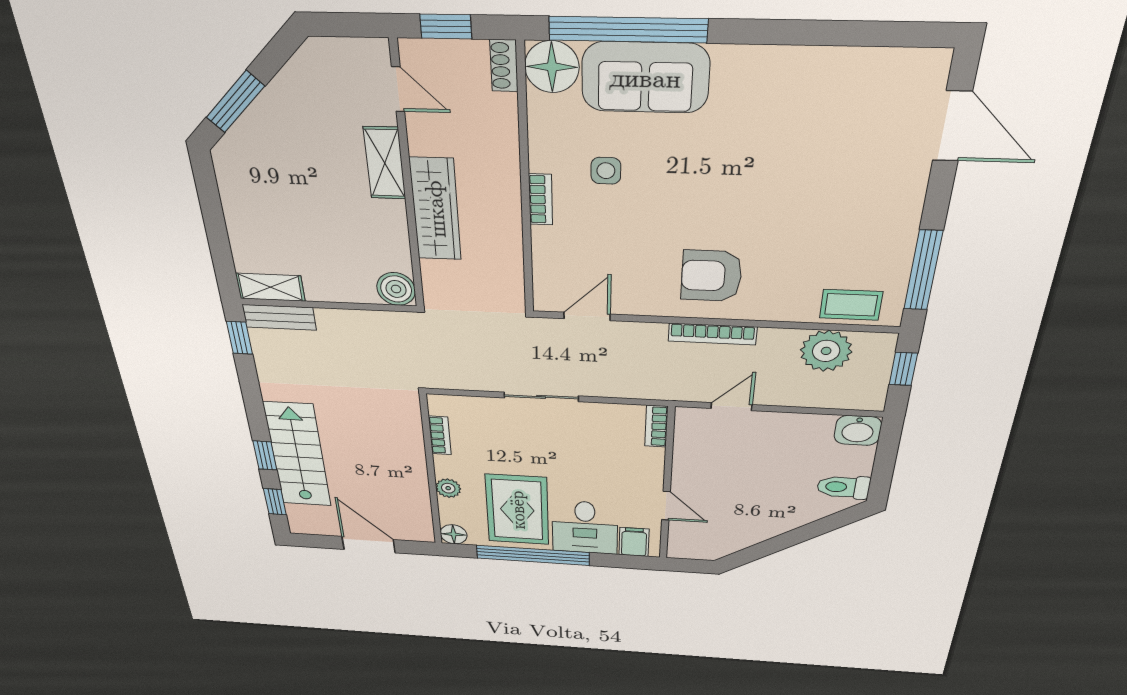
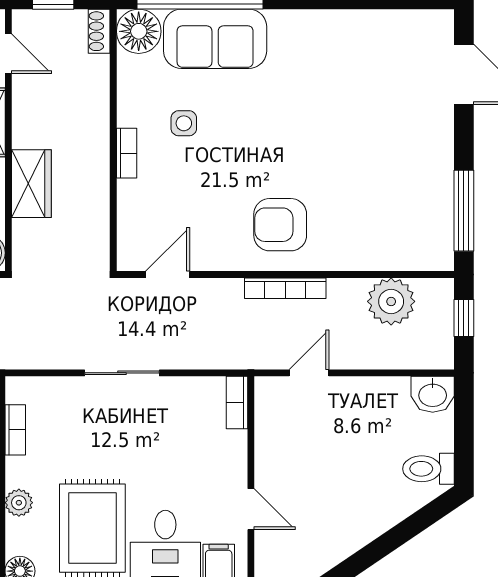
wardrobe: (435, 209) -> (31, 184), width x0.67
coffee table: (851, 305) -> (407, 249), removed

